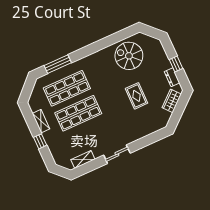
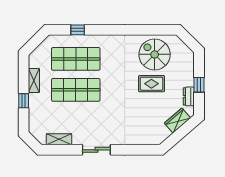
window: (58, 64) -> (78, 30), width x0.46
rug: (137, 96) -> (151, 84), moved, turned 90

